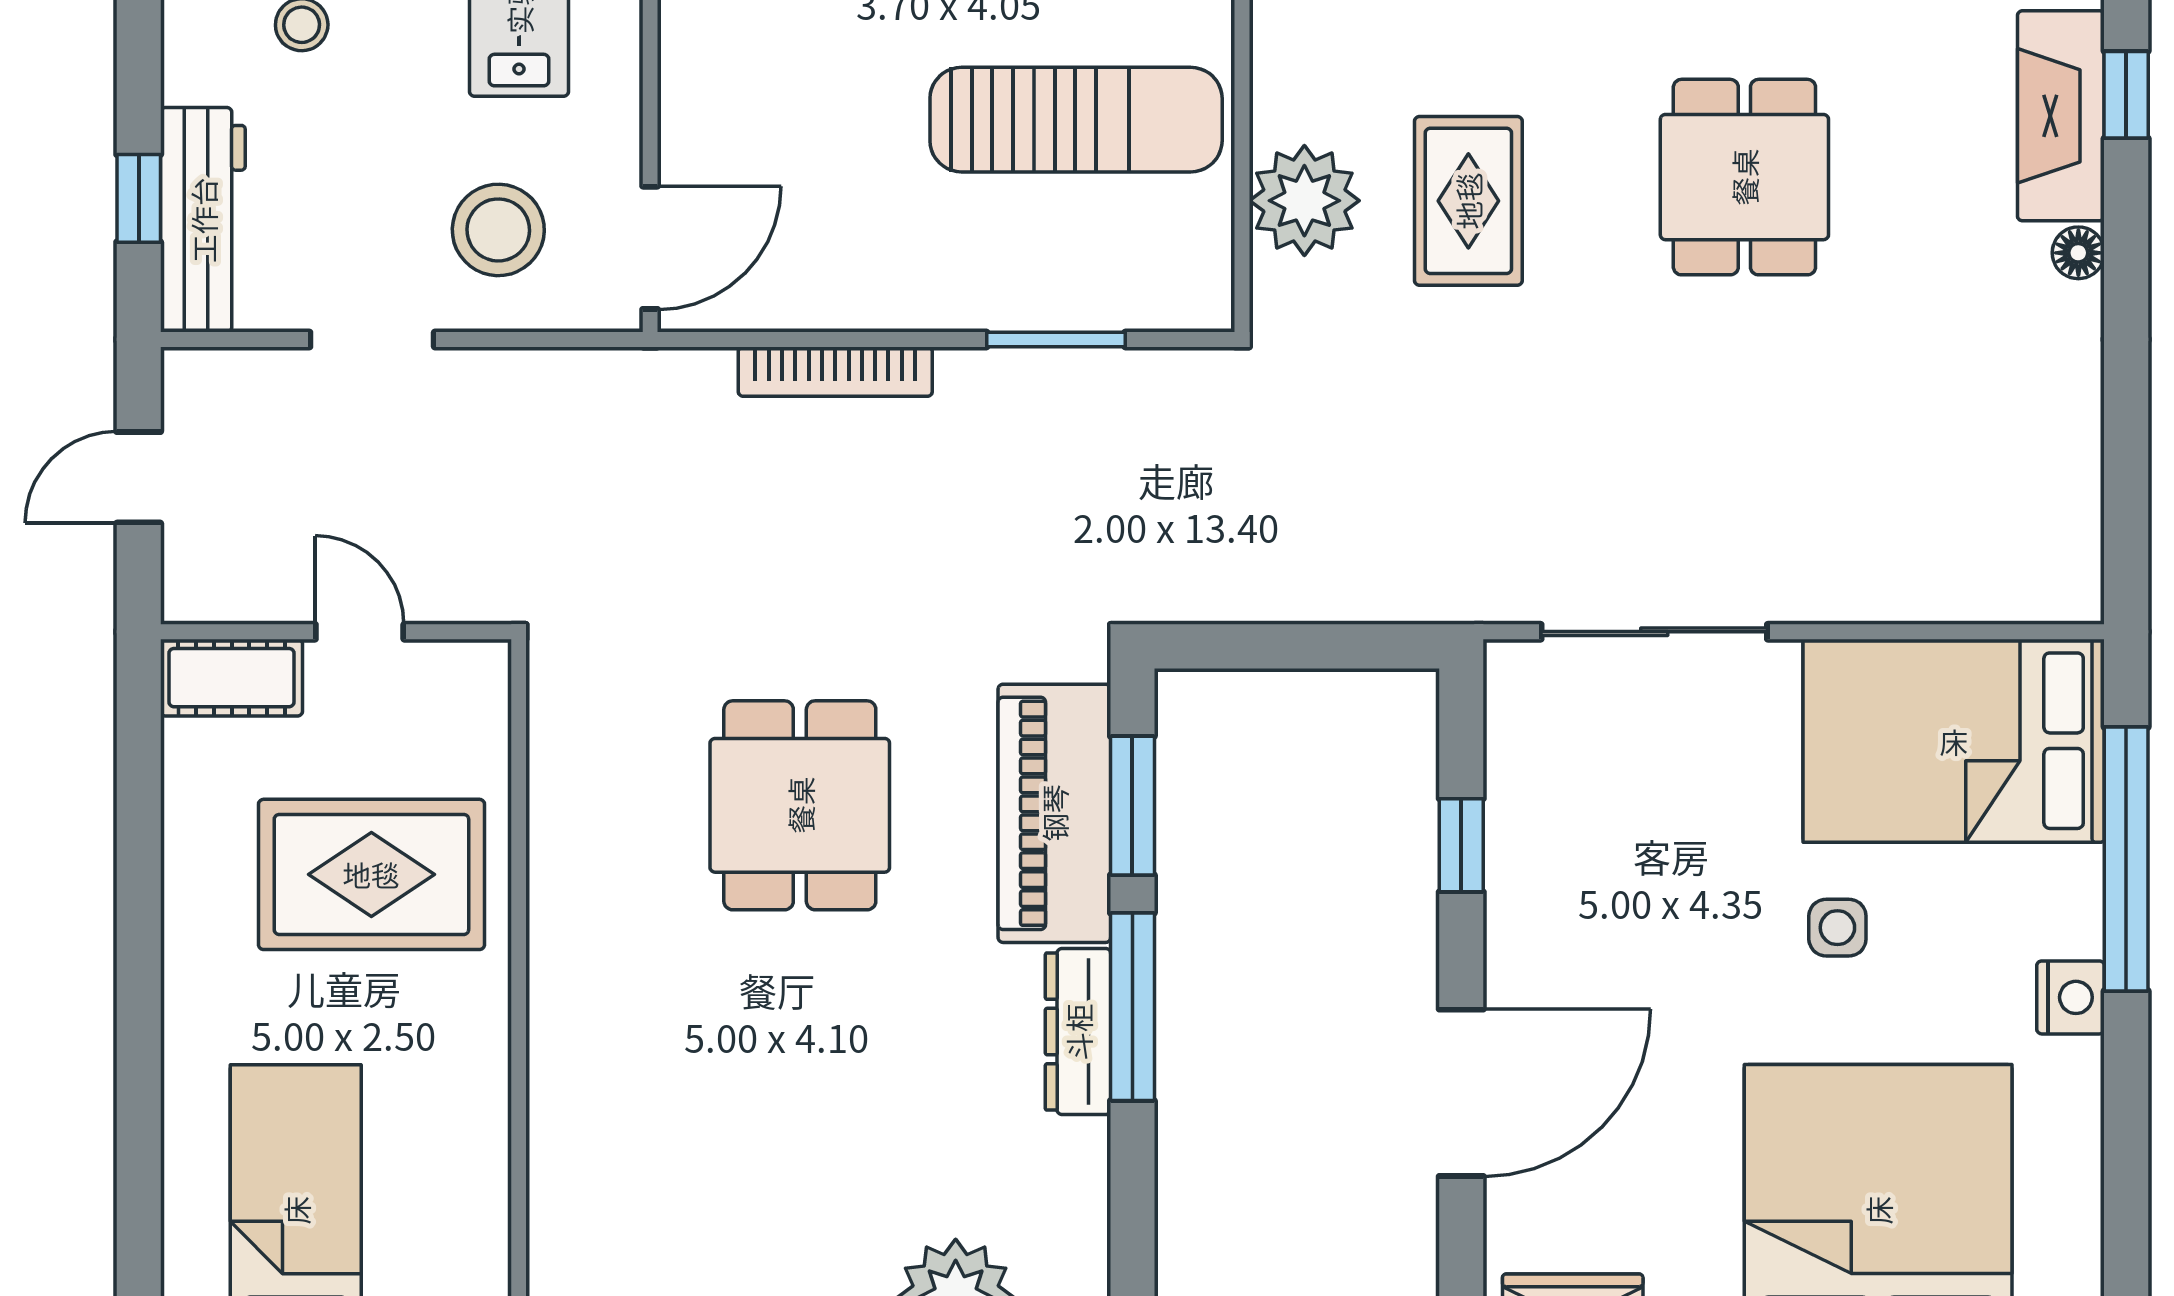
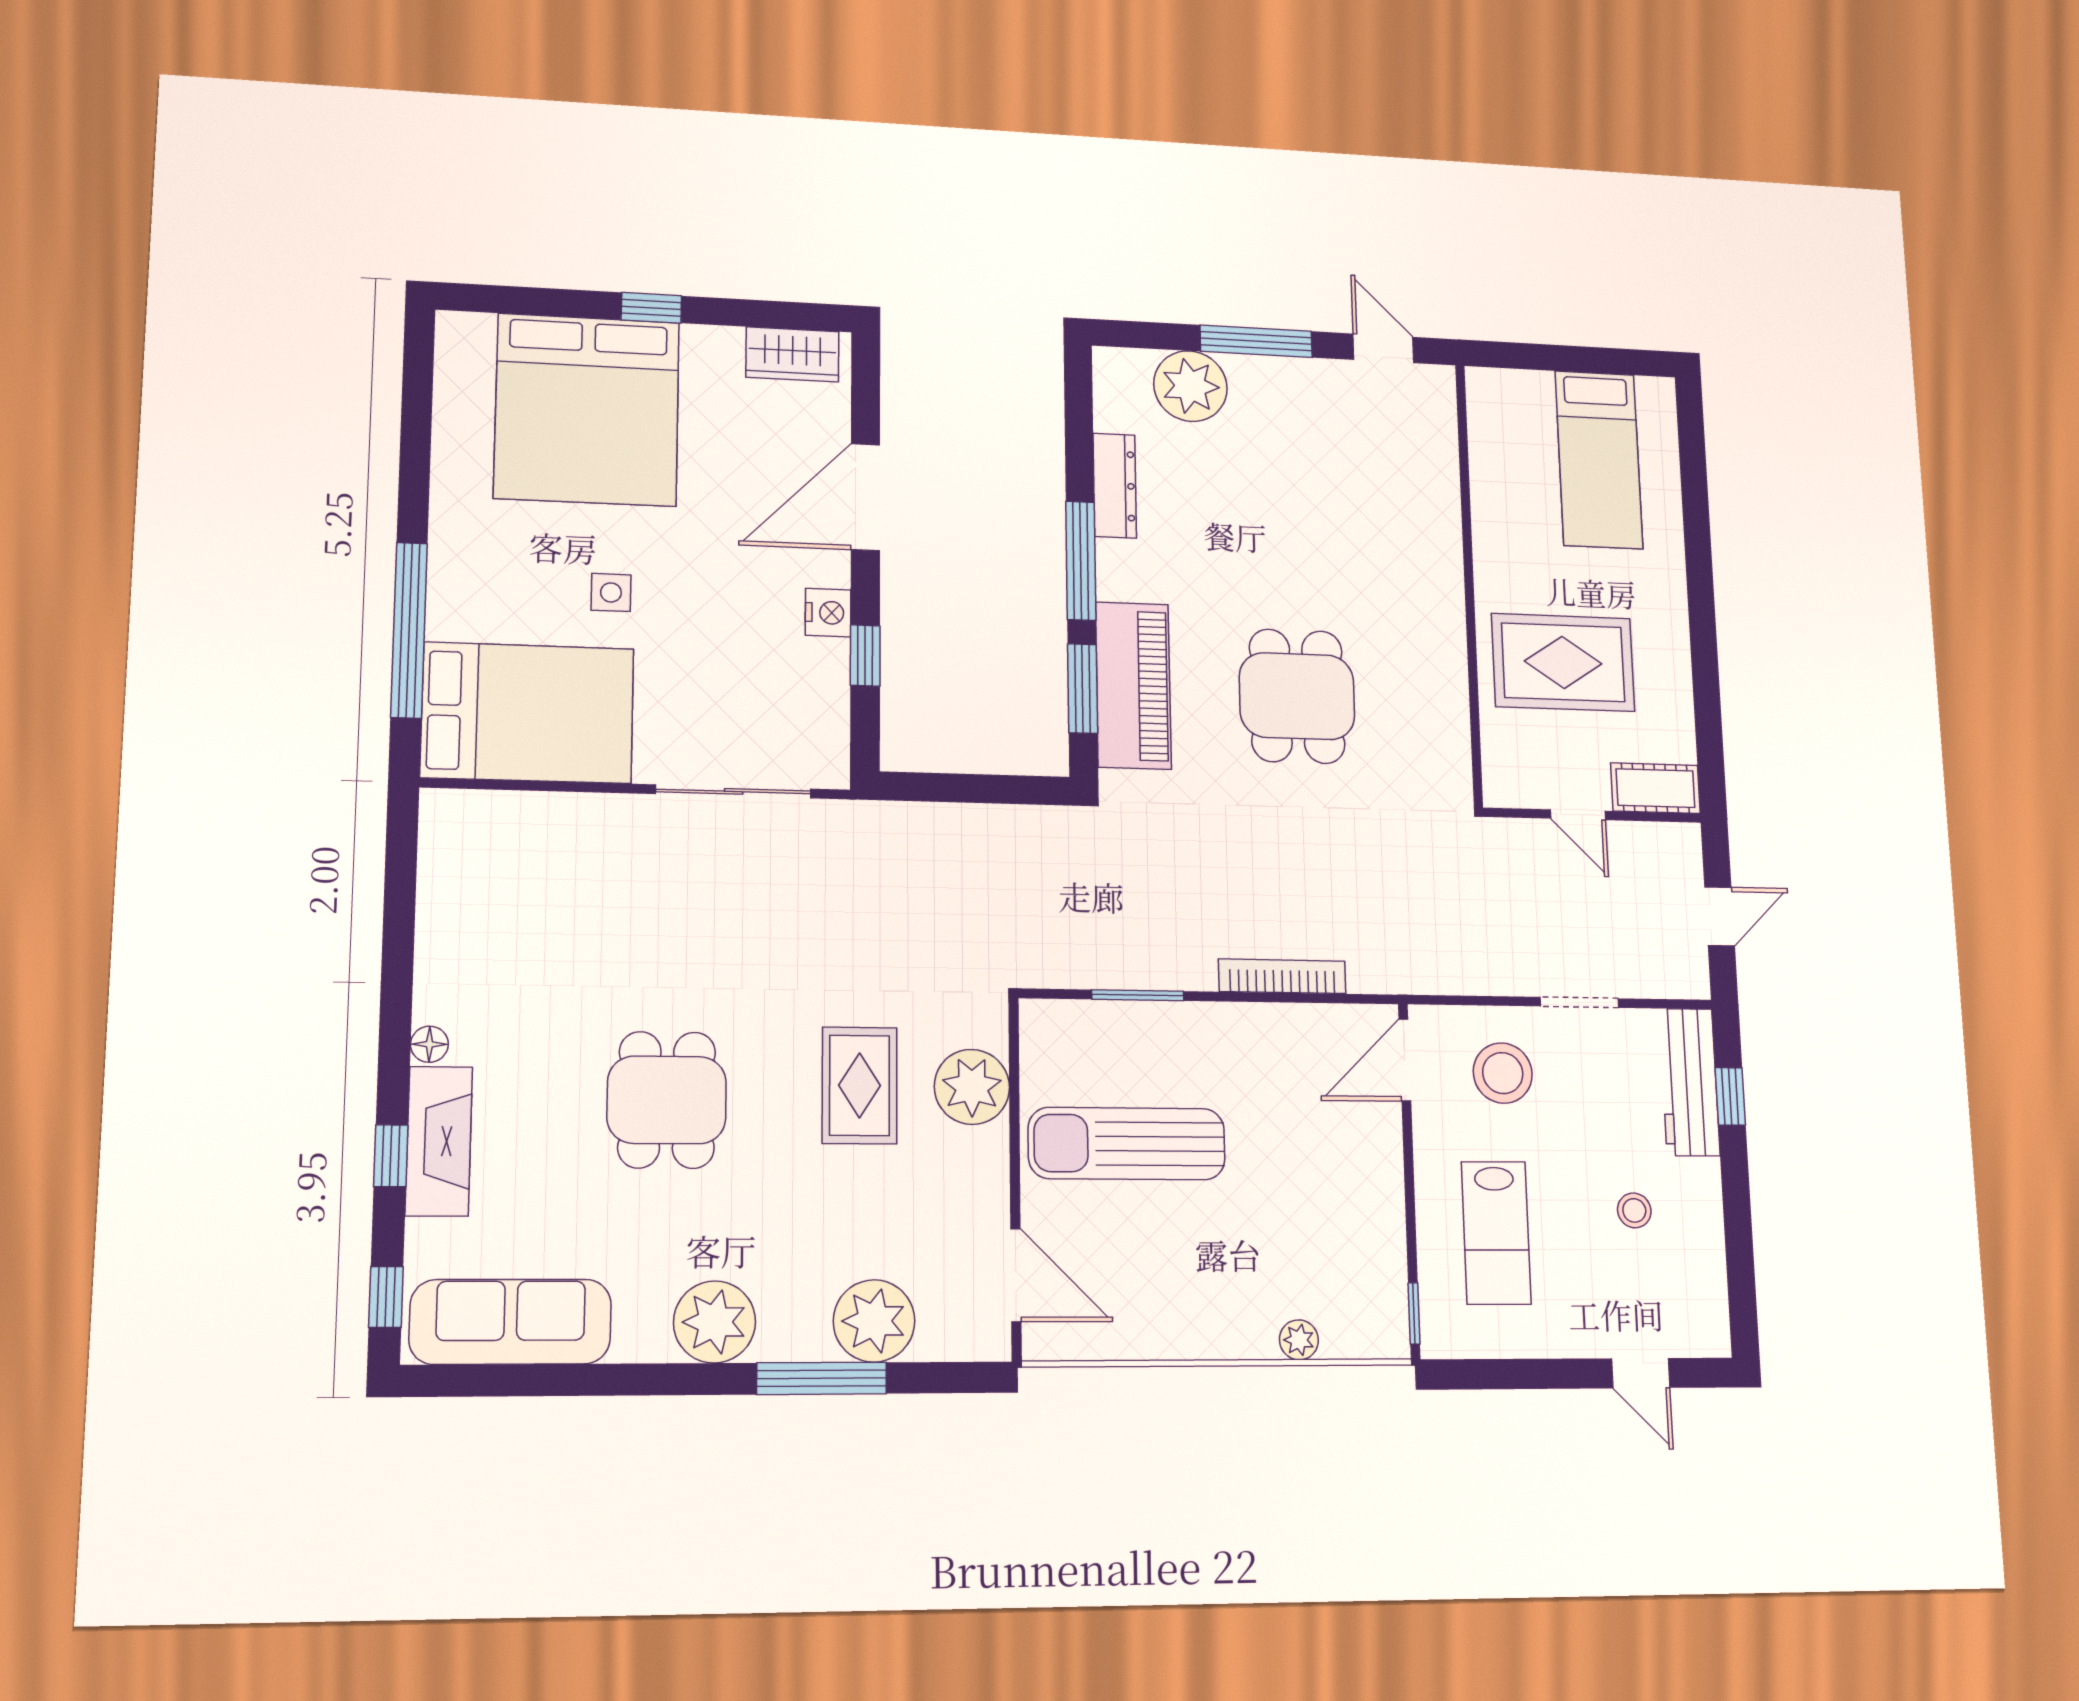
nightstand: (2071, 997) -> (828, 613), moved, turned 180
dresser: (1078, 1032) -> (1115, 486), moved

